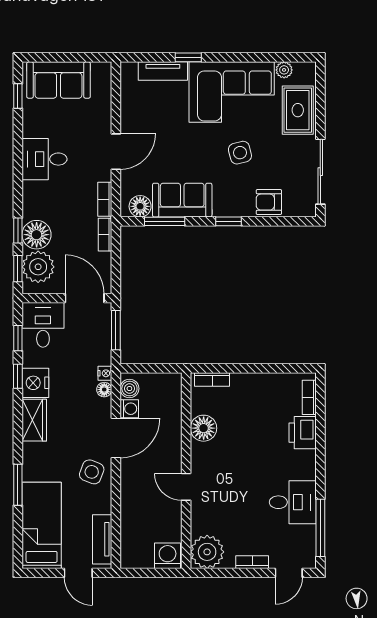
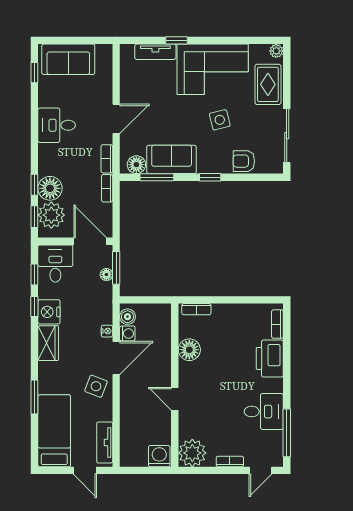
plant: (284, 70) -> (276, 51), moved
nightstand: (105, 373) -> (107, 331), moved
floor lamp: (104, 390) -> (106, 275), moved
printer: (303, 433) -> (270, 359), width x1.37, depth x1.19

